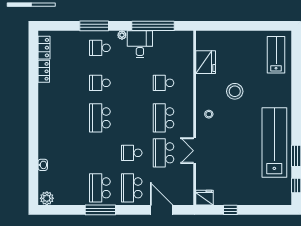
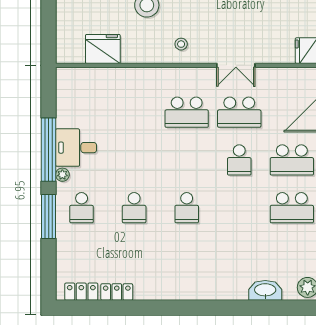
window: (153, 26) -> (49, 150), moved
school desk: (163, 83) -> (134, 112), removed
school desk: (100, 118) -> (187, 208), width x0.54
washbasin: (43, 165) -> (265, 290), width x1.91, depth x1.45

